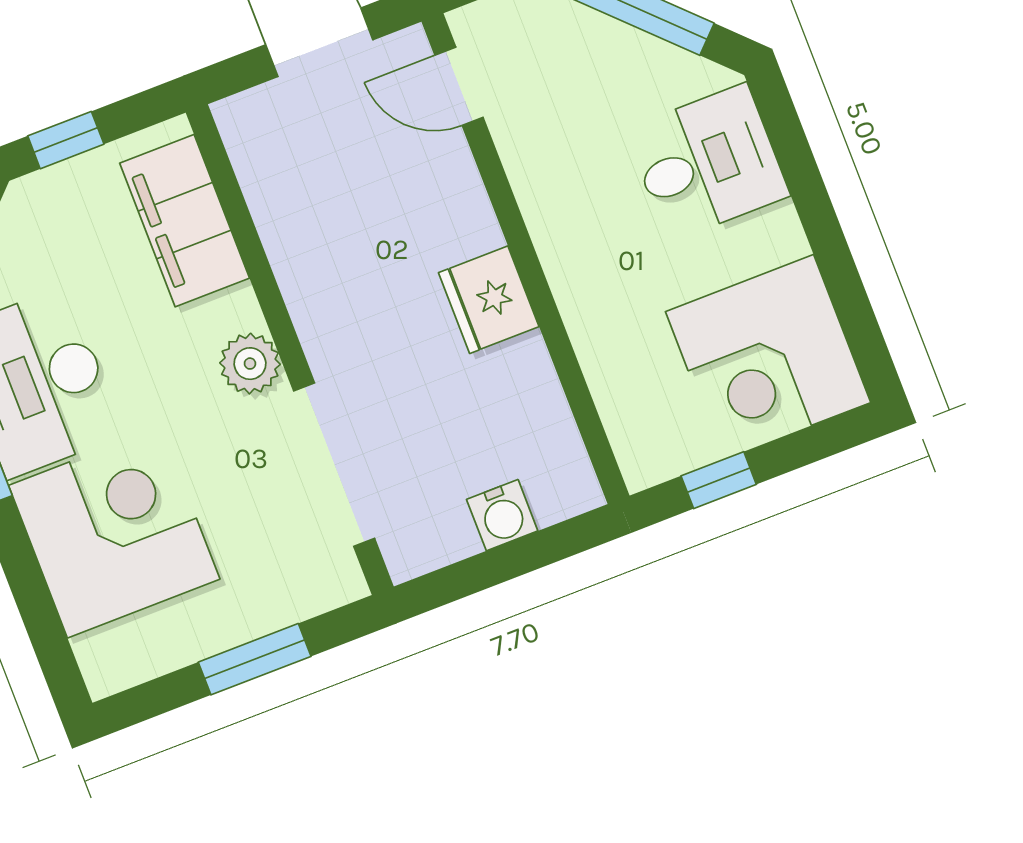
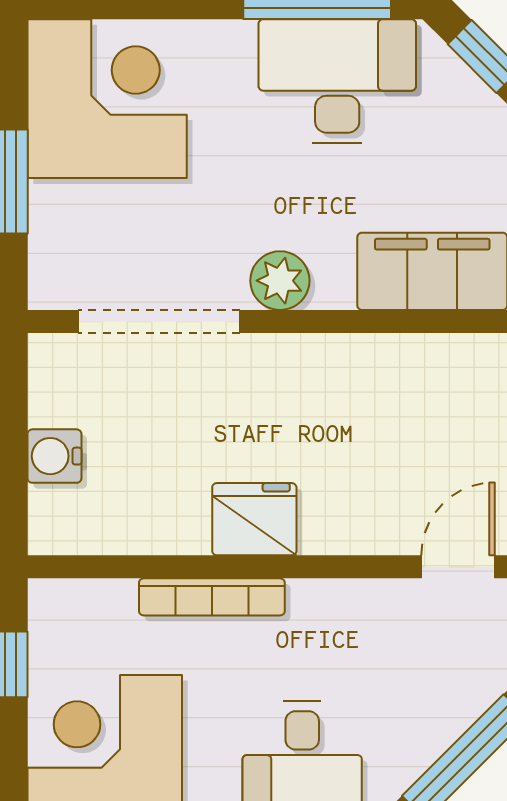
bookcase: (579, 312) -> (212, 597), added
corner desk: (114, 532) -> (107, 99), moved, turned -90

